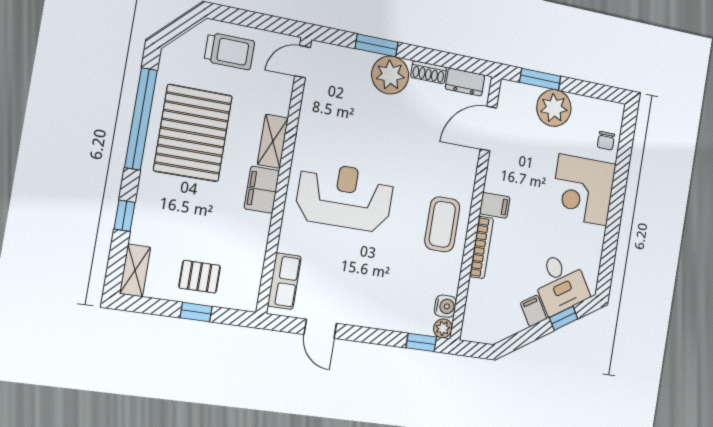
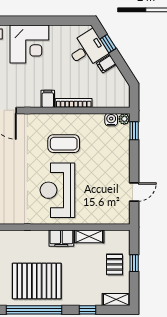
shelving: (273, 141) -> (89, 236), moved
coffee table: (442, 224) -> (64, 144), moved
row of seats: (284, 281) -> (110, 217), removed

